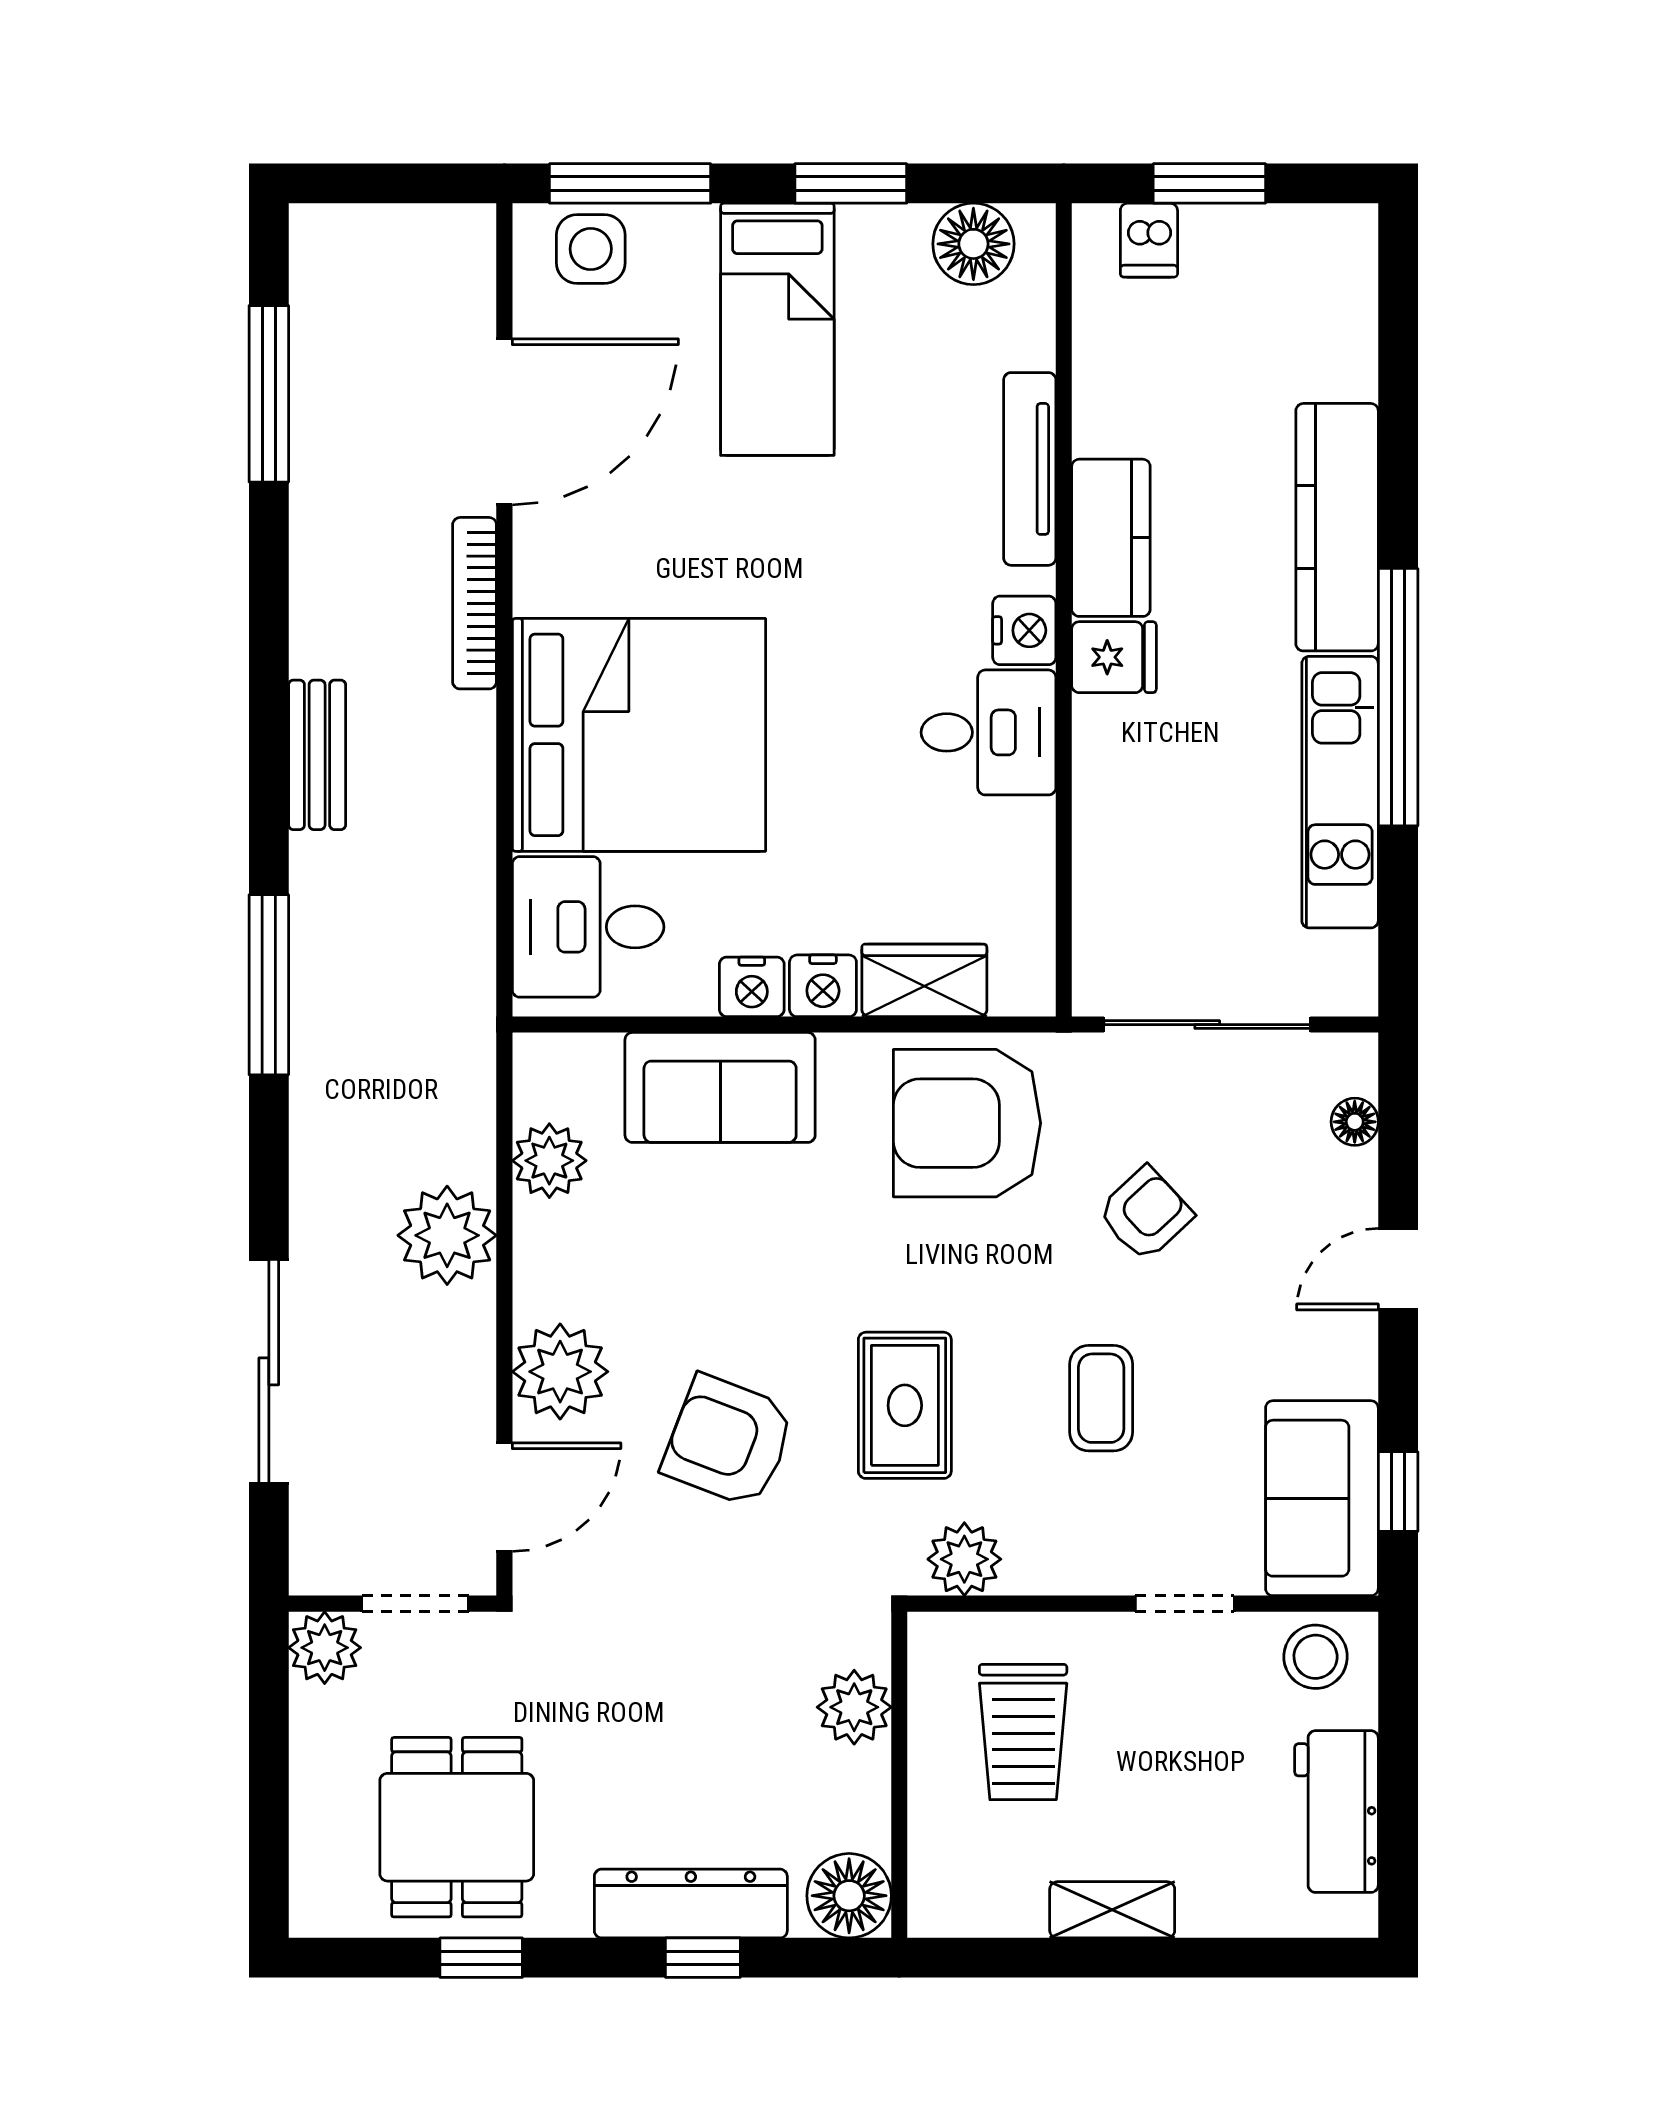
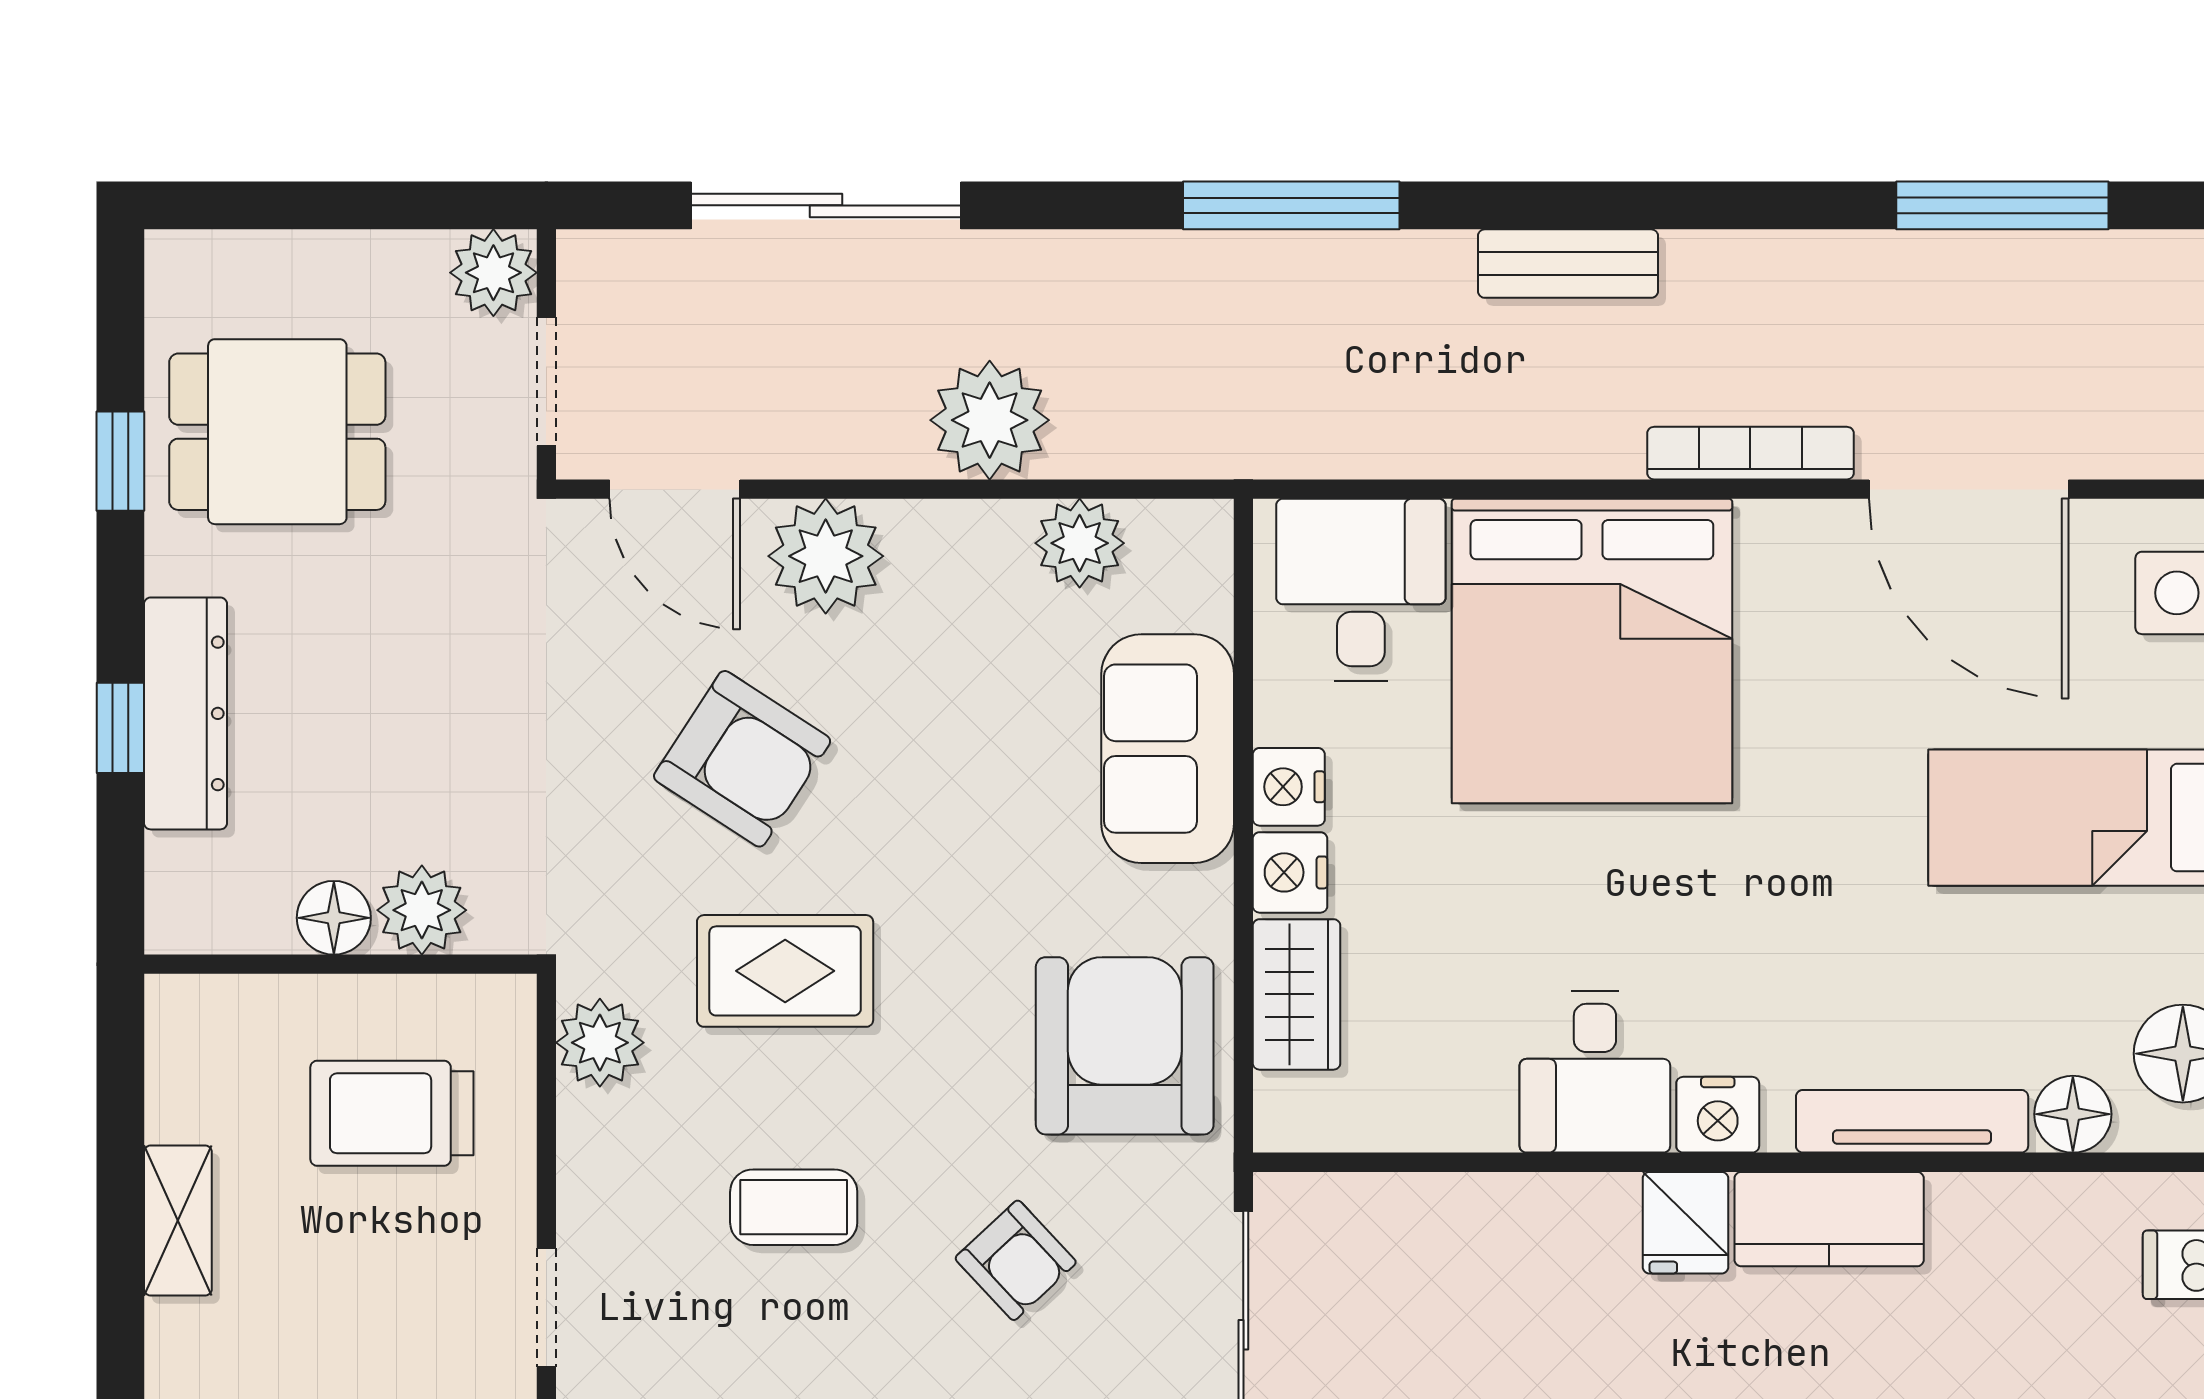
floor lamp: (1024, 335) -> (2073, 1114), added
armchair: (729, 1441) -> (742, 759), turned 102
floor lamp: (849, 1896) -> (334, 918), moved, width x0.73, depth x0.73

